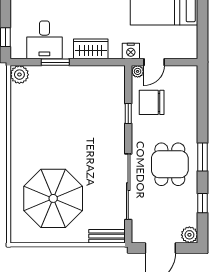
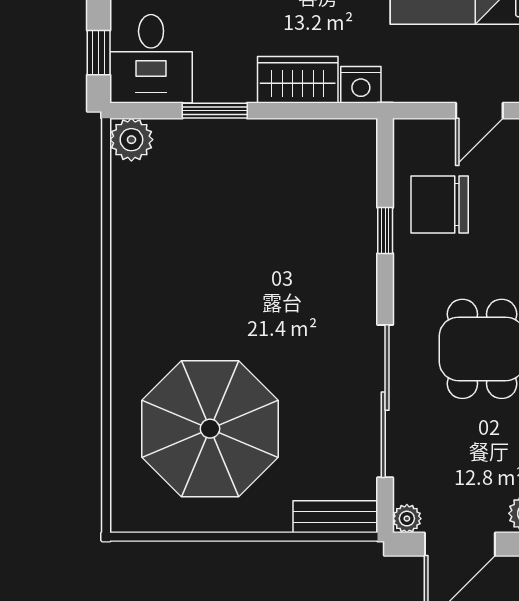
desk: (44, 40) -> (151, 59), moved
nightstand: (131, 51) -> (361, 85), moved
door: (154, 62) -> (479, 111), moved
plant: (138, 71) -> (407, 519), moved

